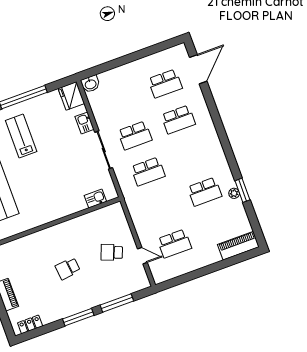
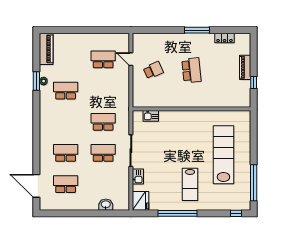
door: (198, 69) -> (36, 186), hinge flipped
washbasin: (90, 84) -> (106, 205), moved
piano: (238, 246) -> (46, 49), moved, turned -90
school desk: (112, 252) -> (153, 70), turned -45
school desk: (68, 268) -> (191, 70), width x1.85
window: (117, 303) -> (164, 30), removed
locker: (30, 324) -> (225, 38), moved

